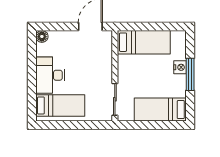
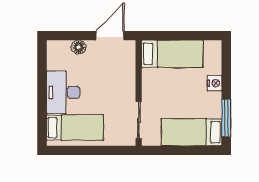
floor lamp: (42, 36) -> (79, 47), moved
window: (190, 74) -> (226, 118), moved

